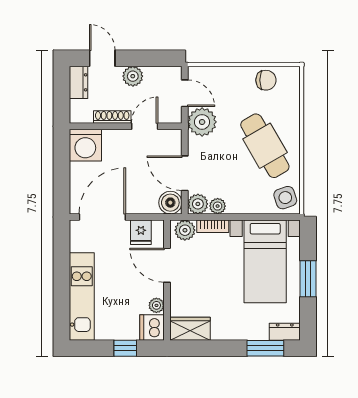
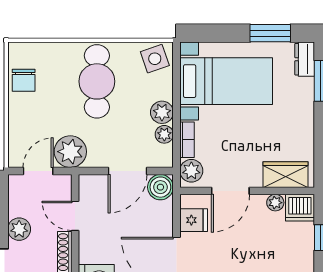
chair: (266, 80) -> (24, 80), turned 180
cafe table: (265, 146) -> (97, 81), turned -60
plant: (198, 204) -> (162, 112), moved
window: (308, 279) -> (270, 33), moved
wardrobe: (190, 329) -> (286, 175), moved, turned 90

